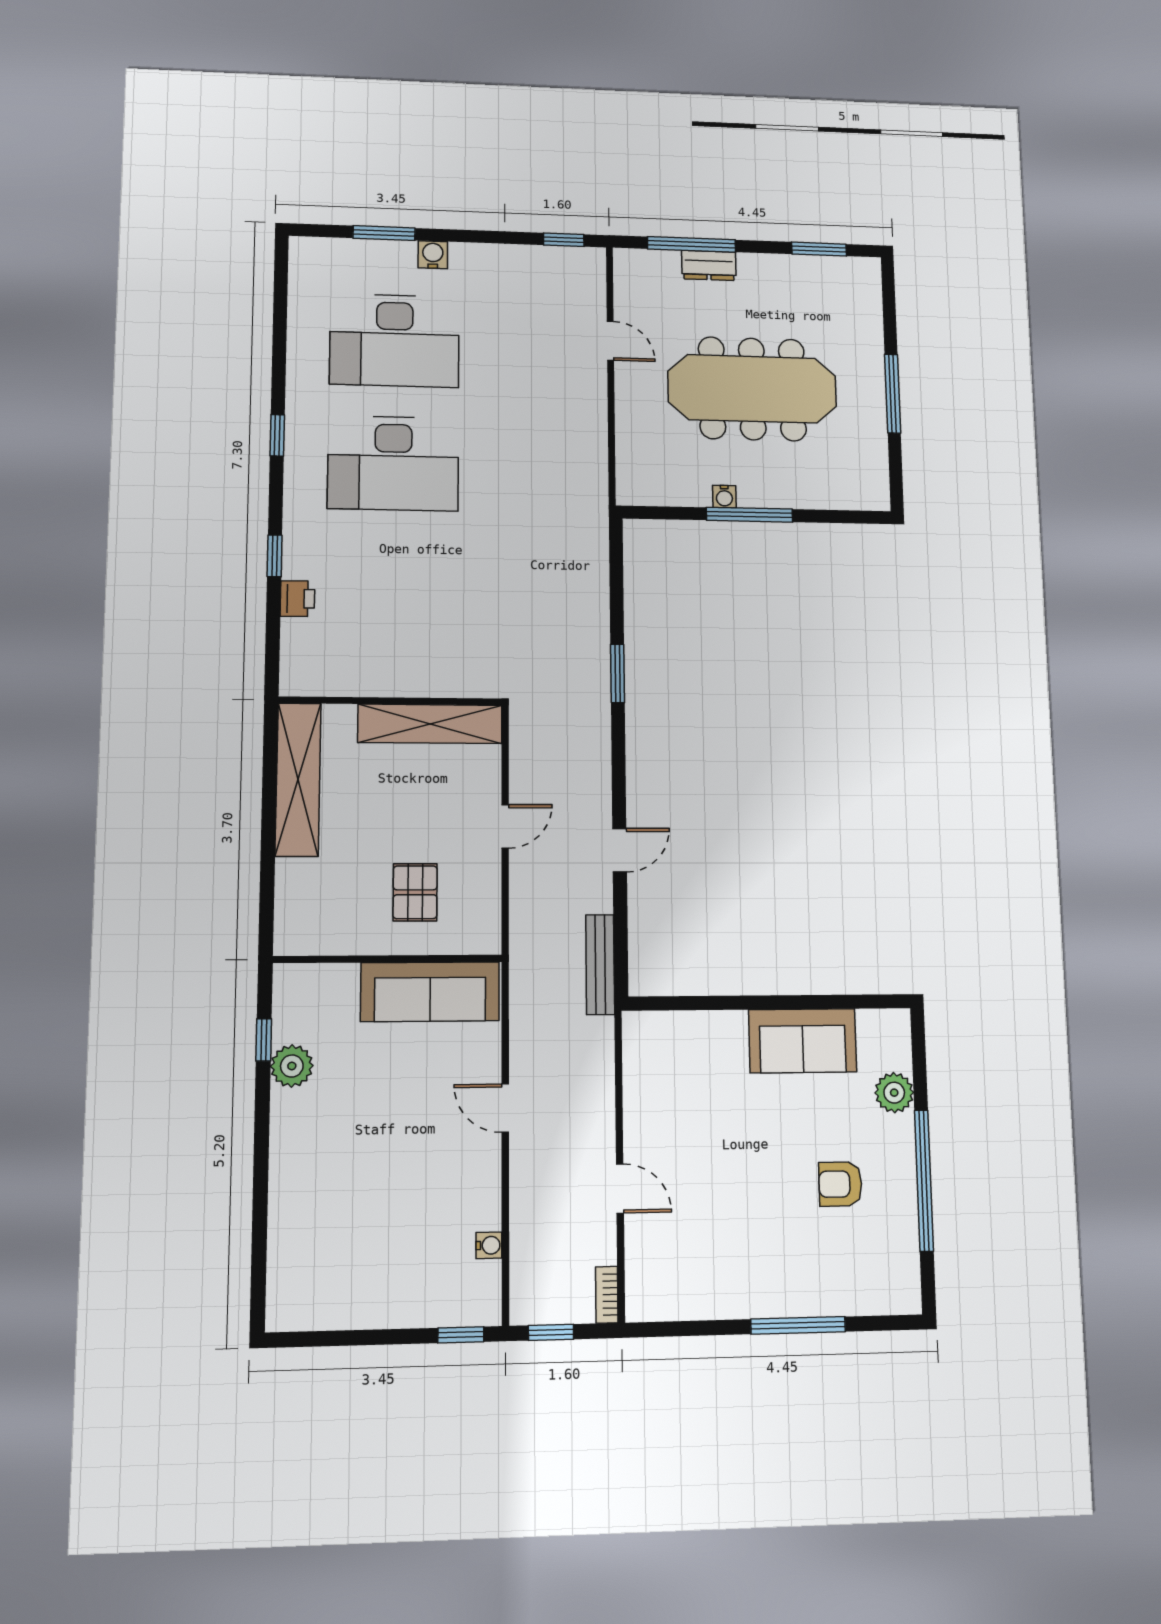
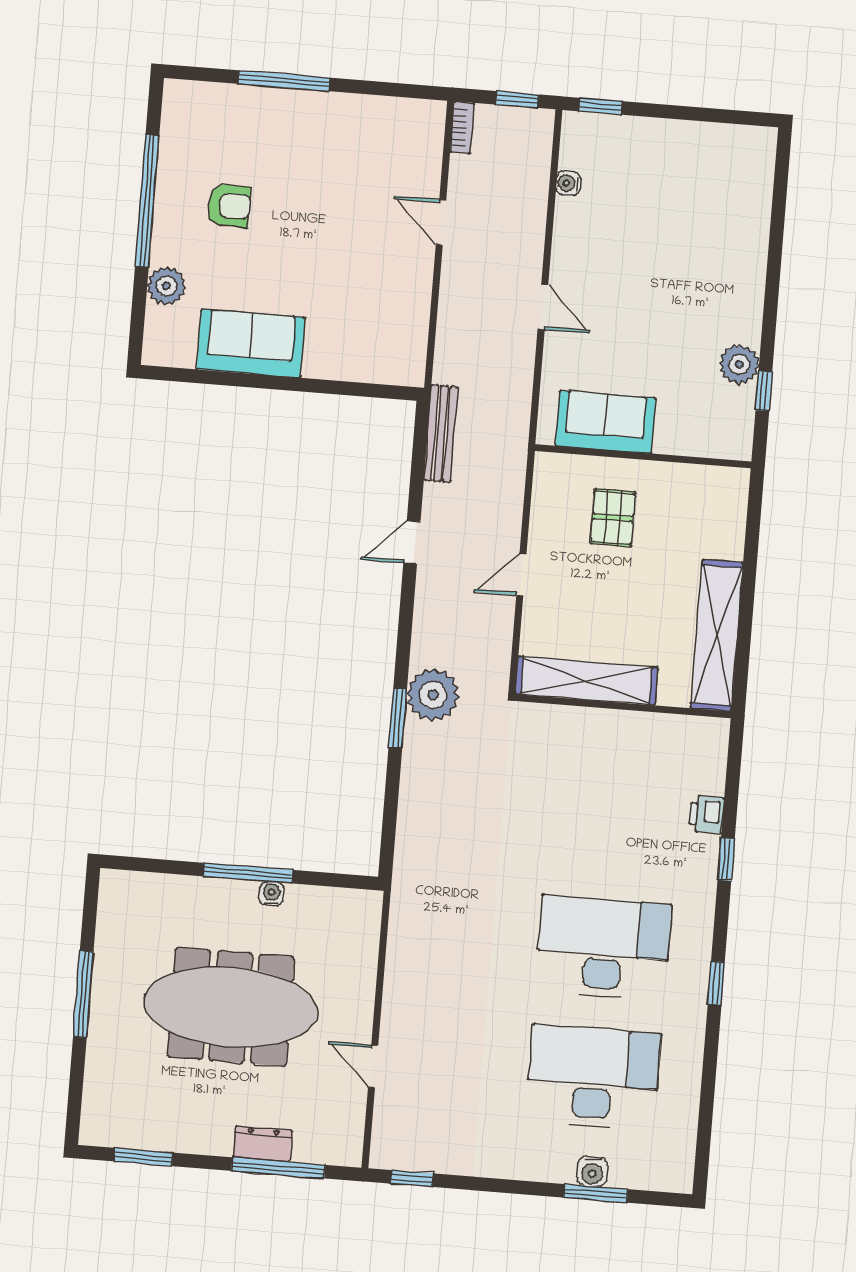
water cooler: (433, 255) -> (592, 1171), moved
plant: (584, 699) -> (433, 695), added
sofa: (430, 992) -> (605, 422), width x0.73

